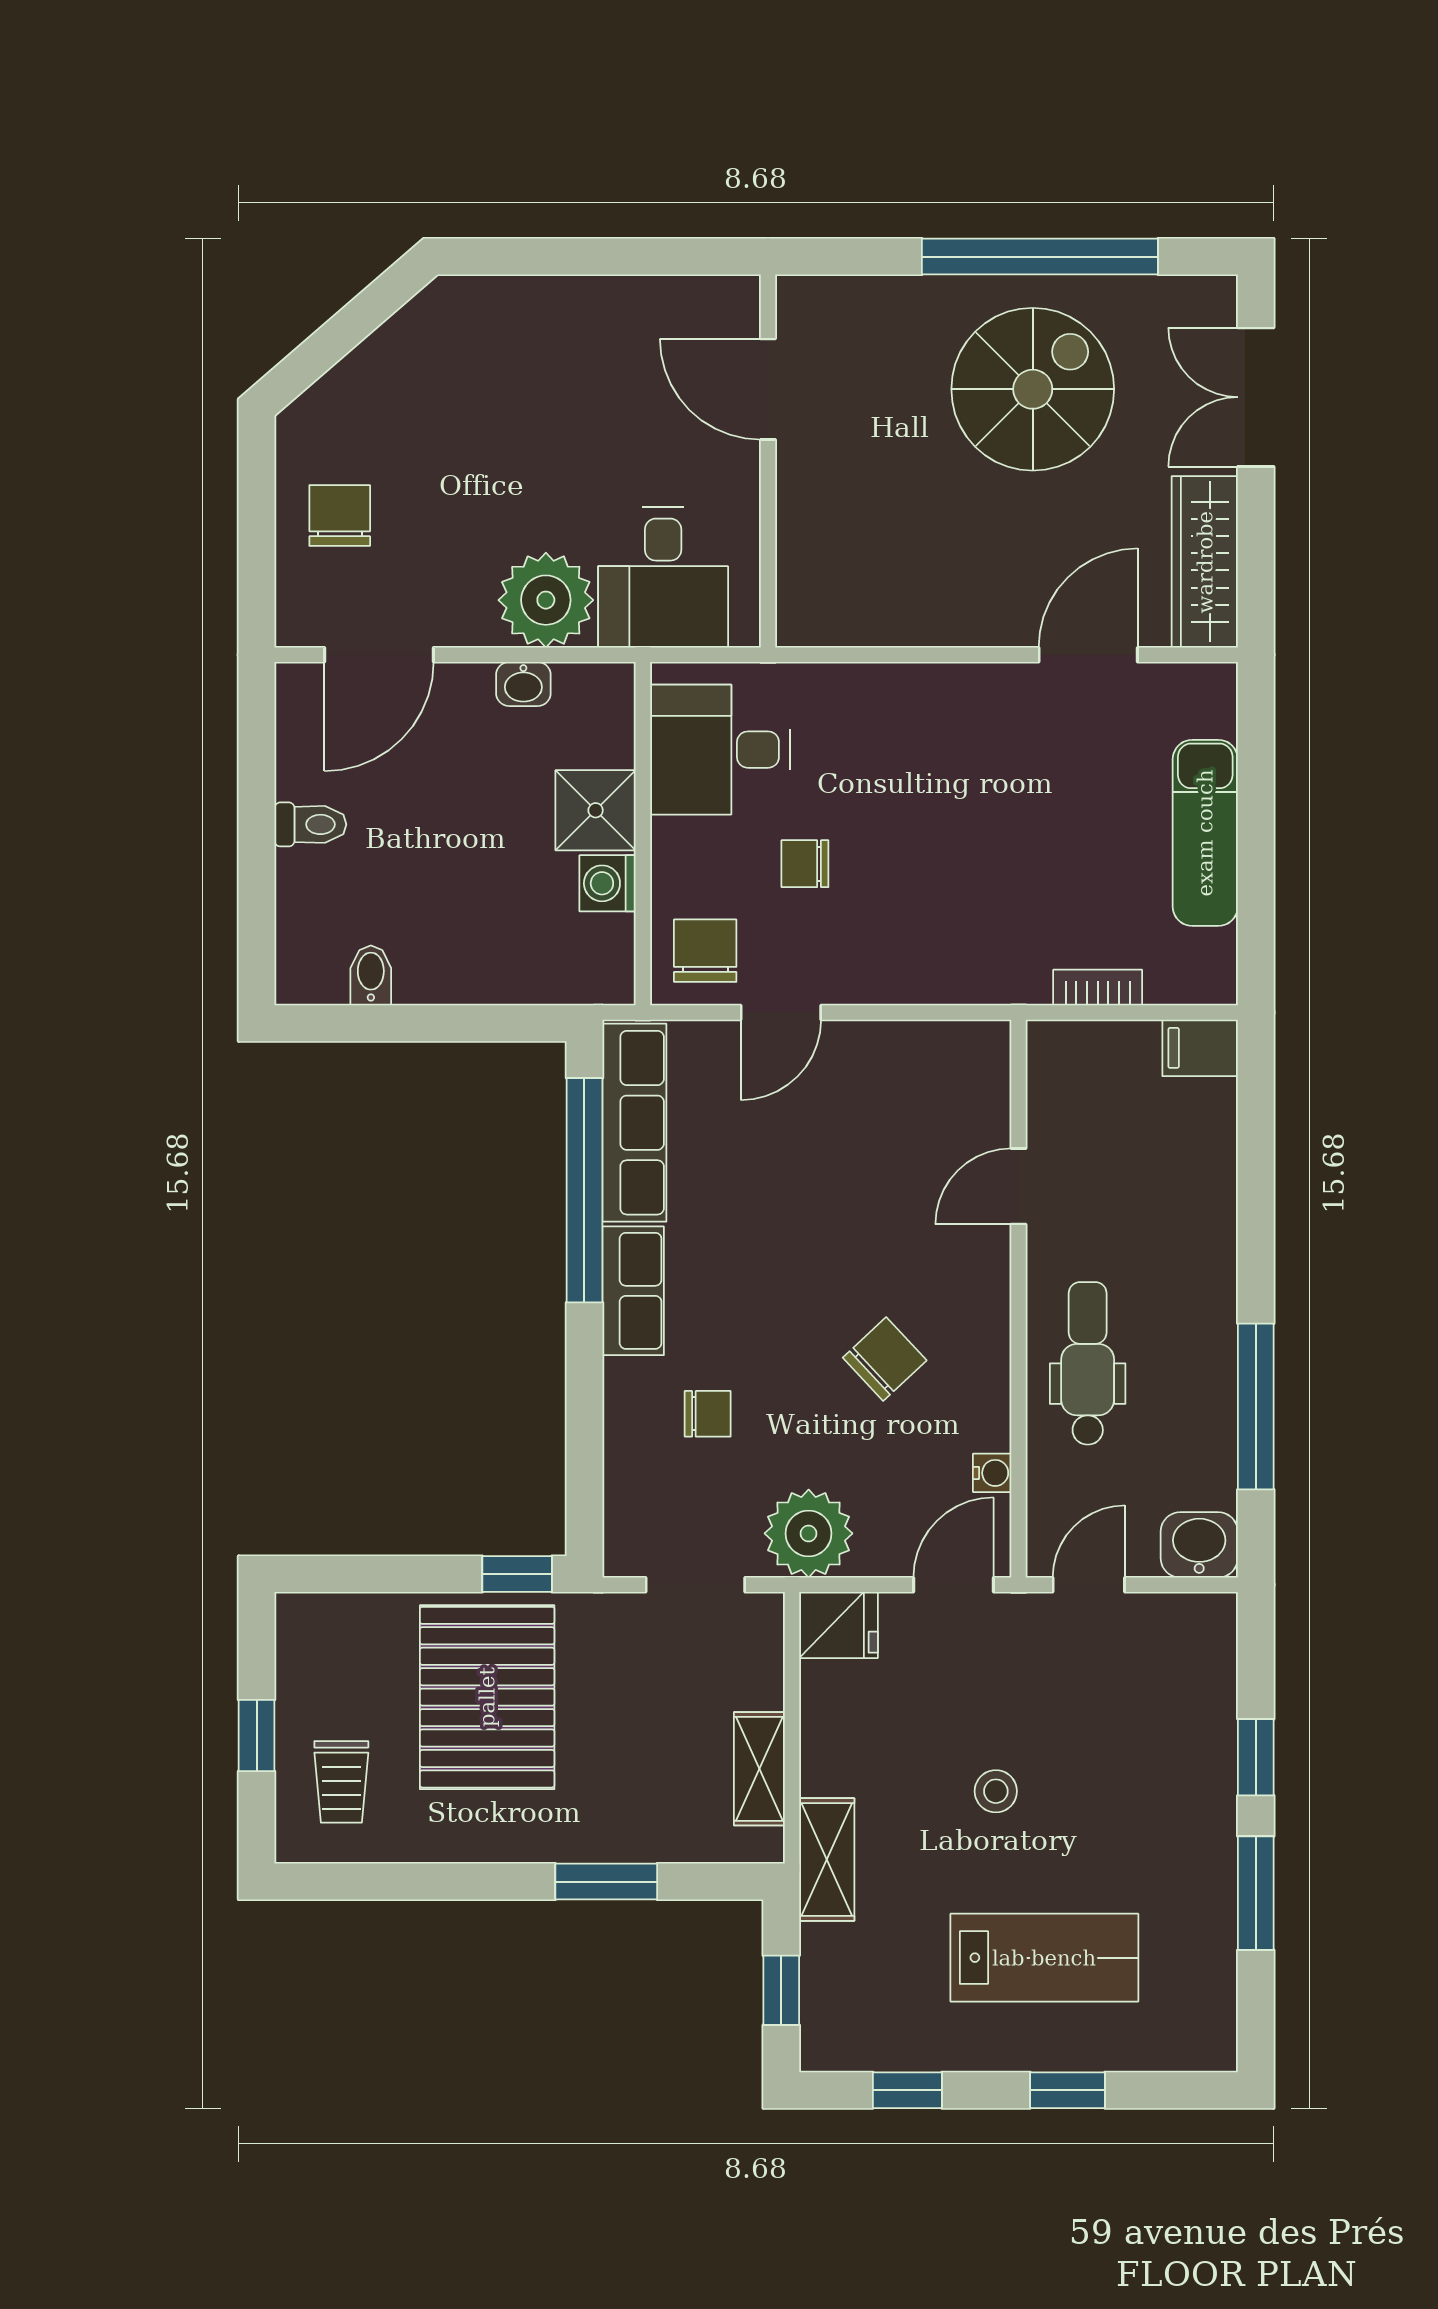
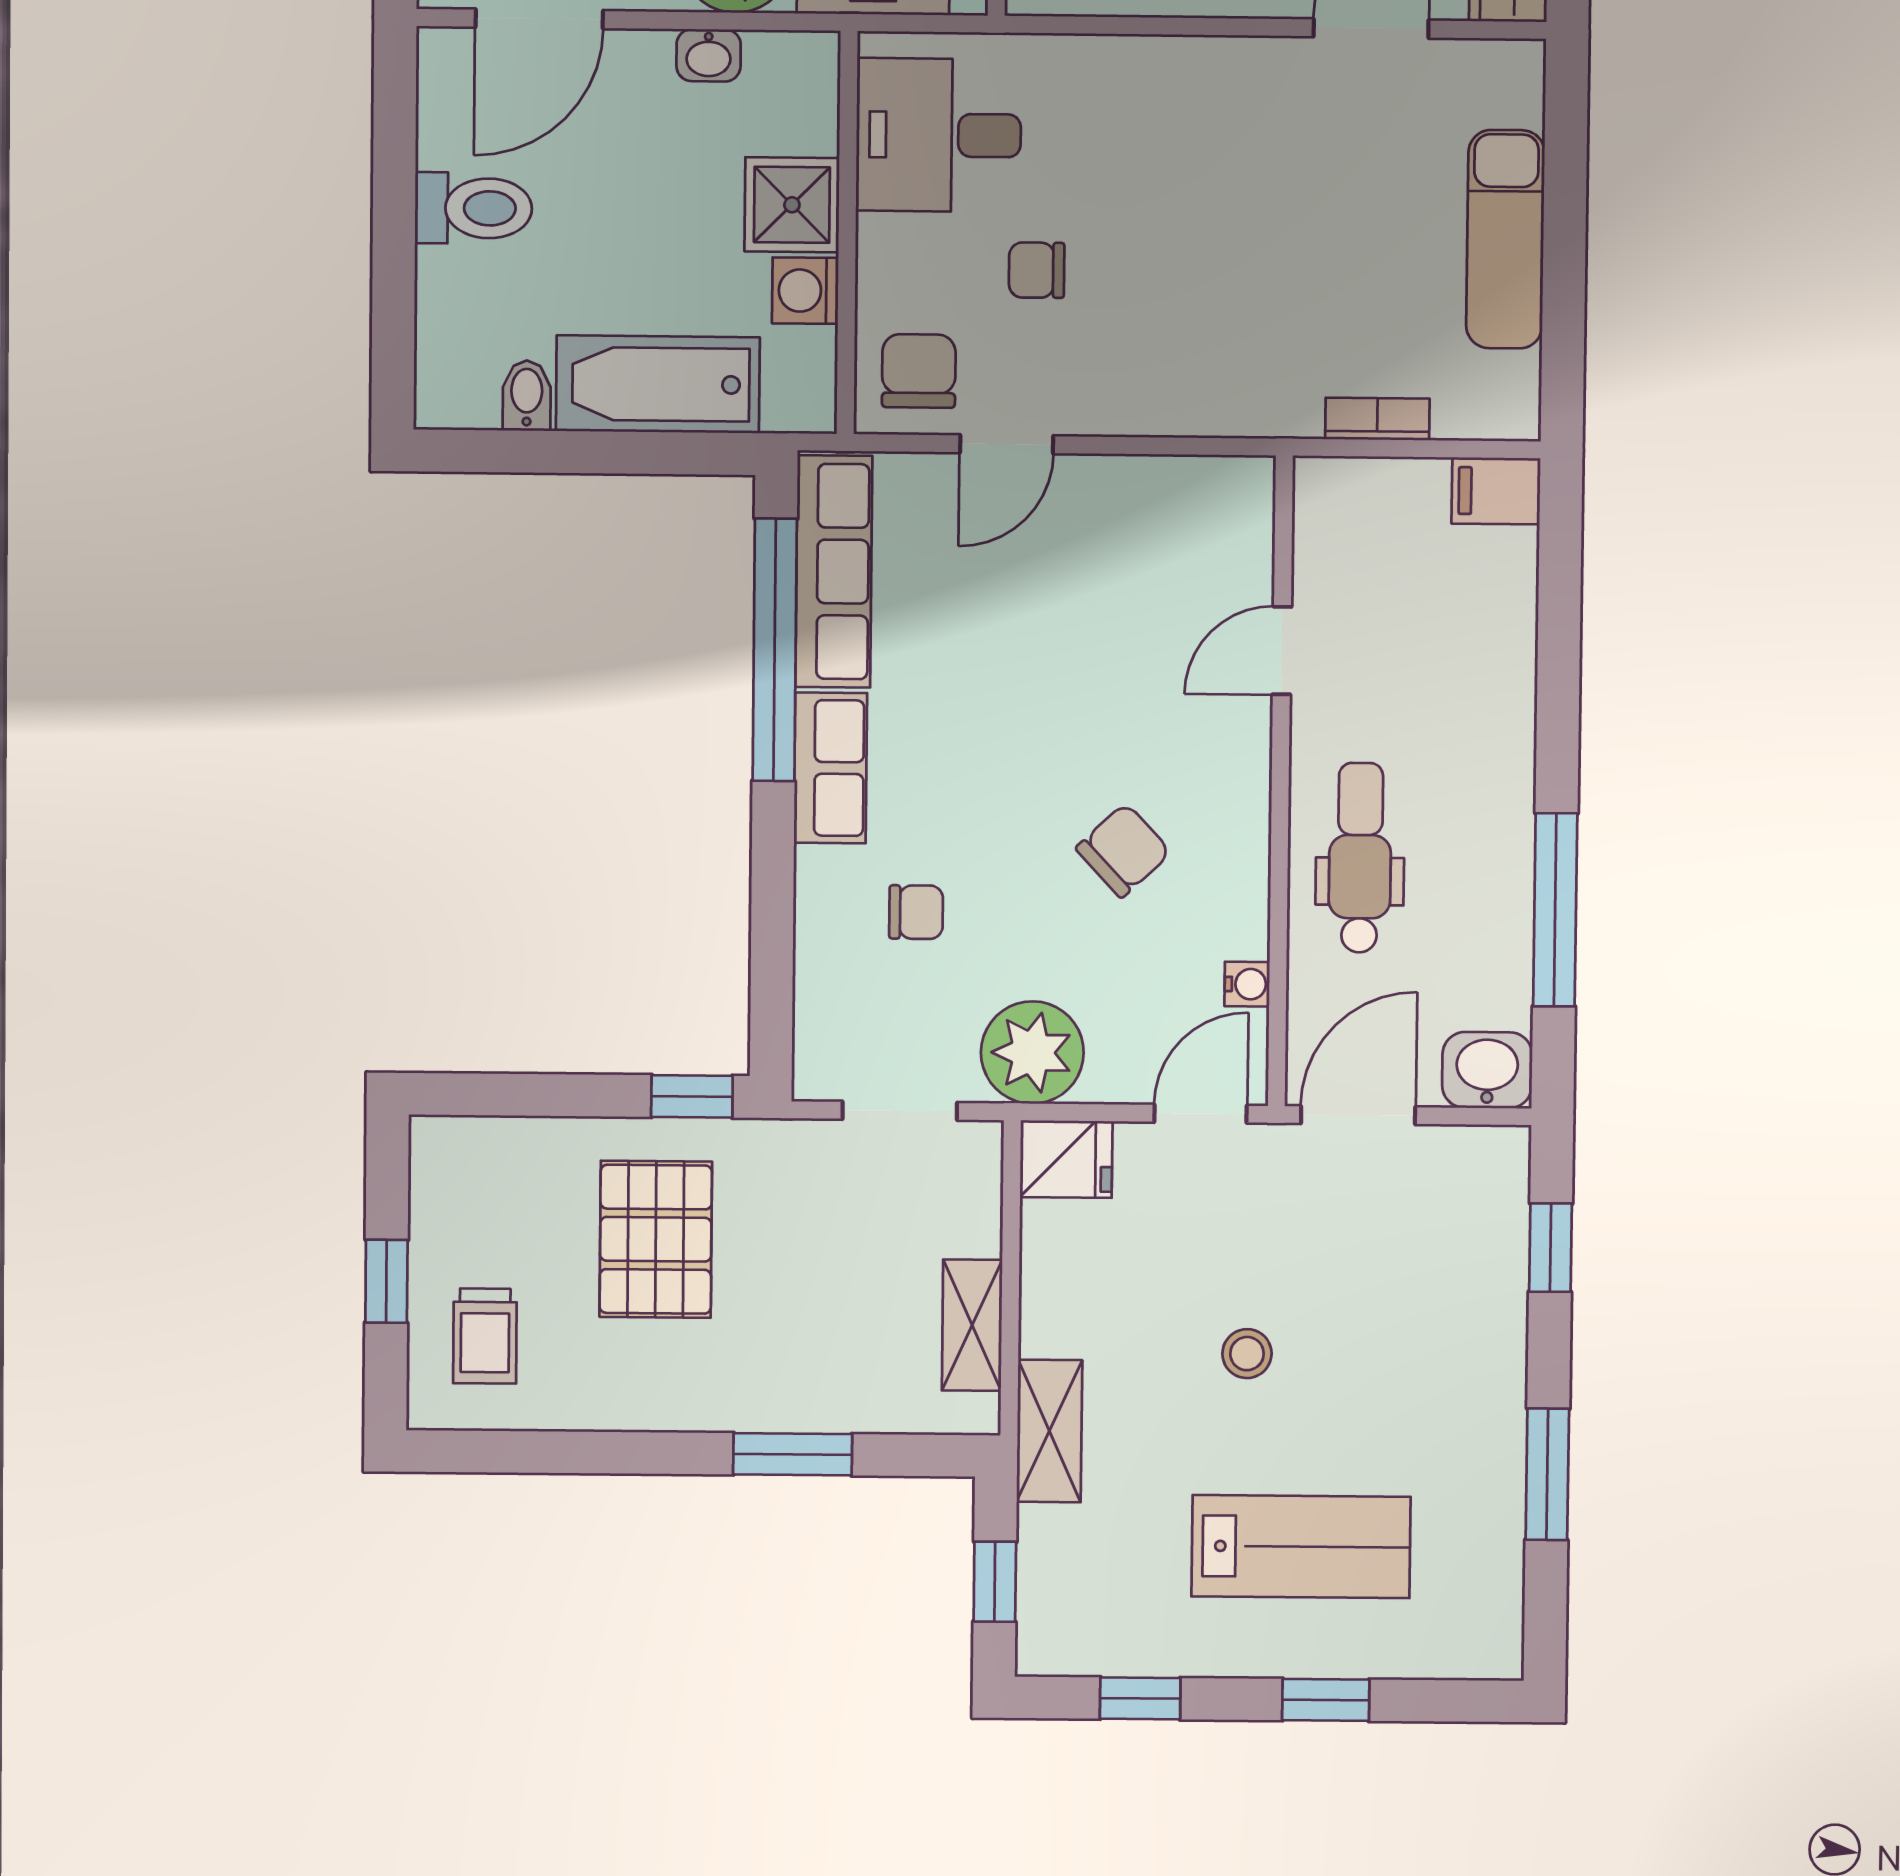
toilet: (310, 824) -> (473, 208), width x1.37, depth x1.39
bathtub: (483, 964) -> (658, 384), added
door: (1089, 1585) -> (1358, 1115), width x1.37
pallet: (487, 1697) -> (656, 1239), width x0.73, depth x0.71
window: (1256, 1757) -> (1550, 1248), moved

